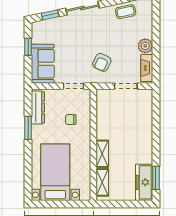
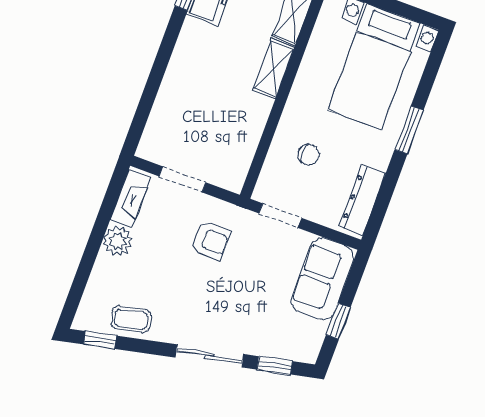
armchair: (102, 62) -> (211, 240), turned 64
window: (28, 128) -> (409, 130), moved

